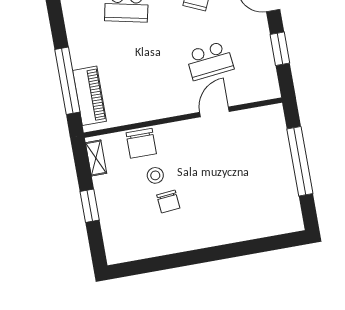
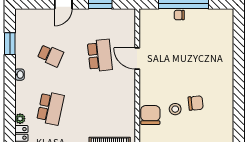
chair: (141, 143) -> (150, 115), turned -90
chair: (283, 158) -> (179, 15), added

